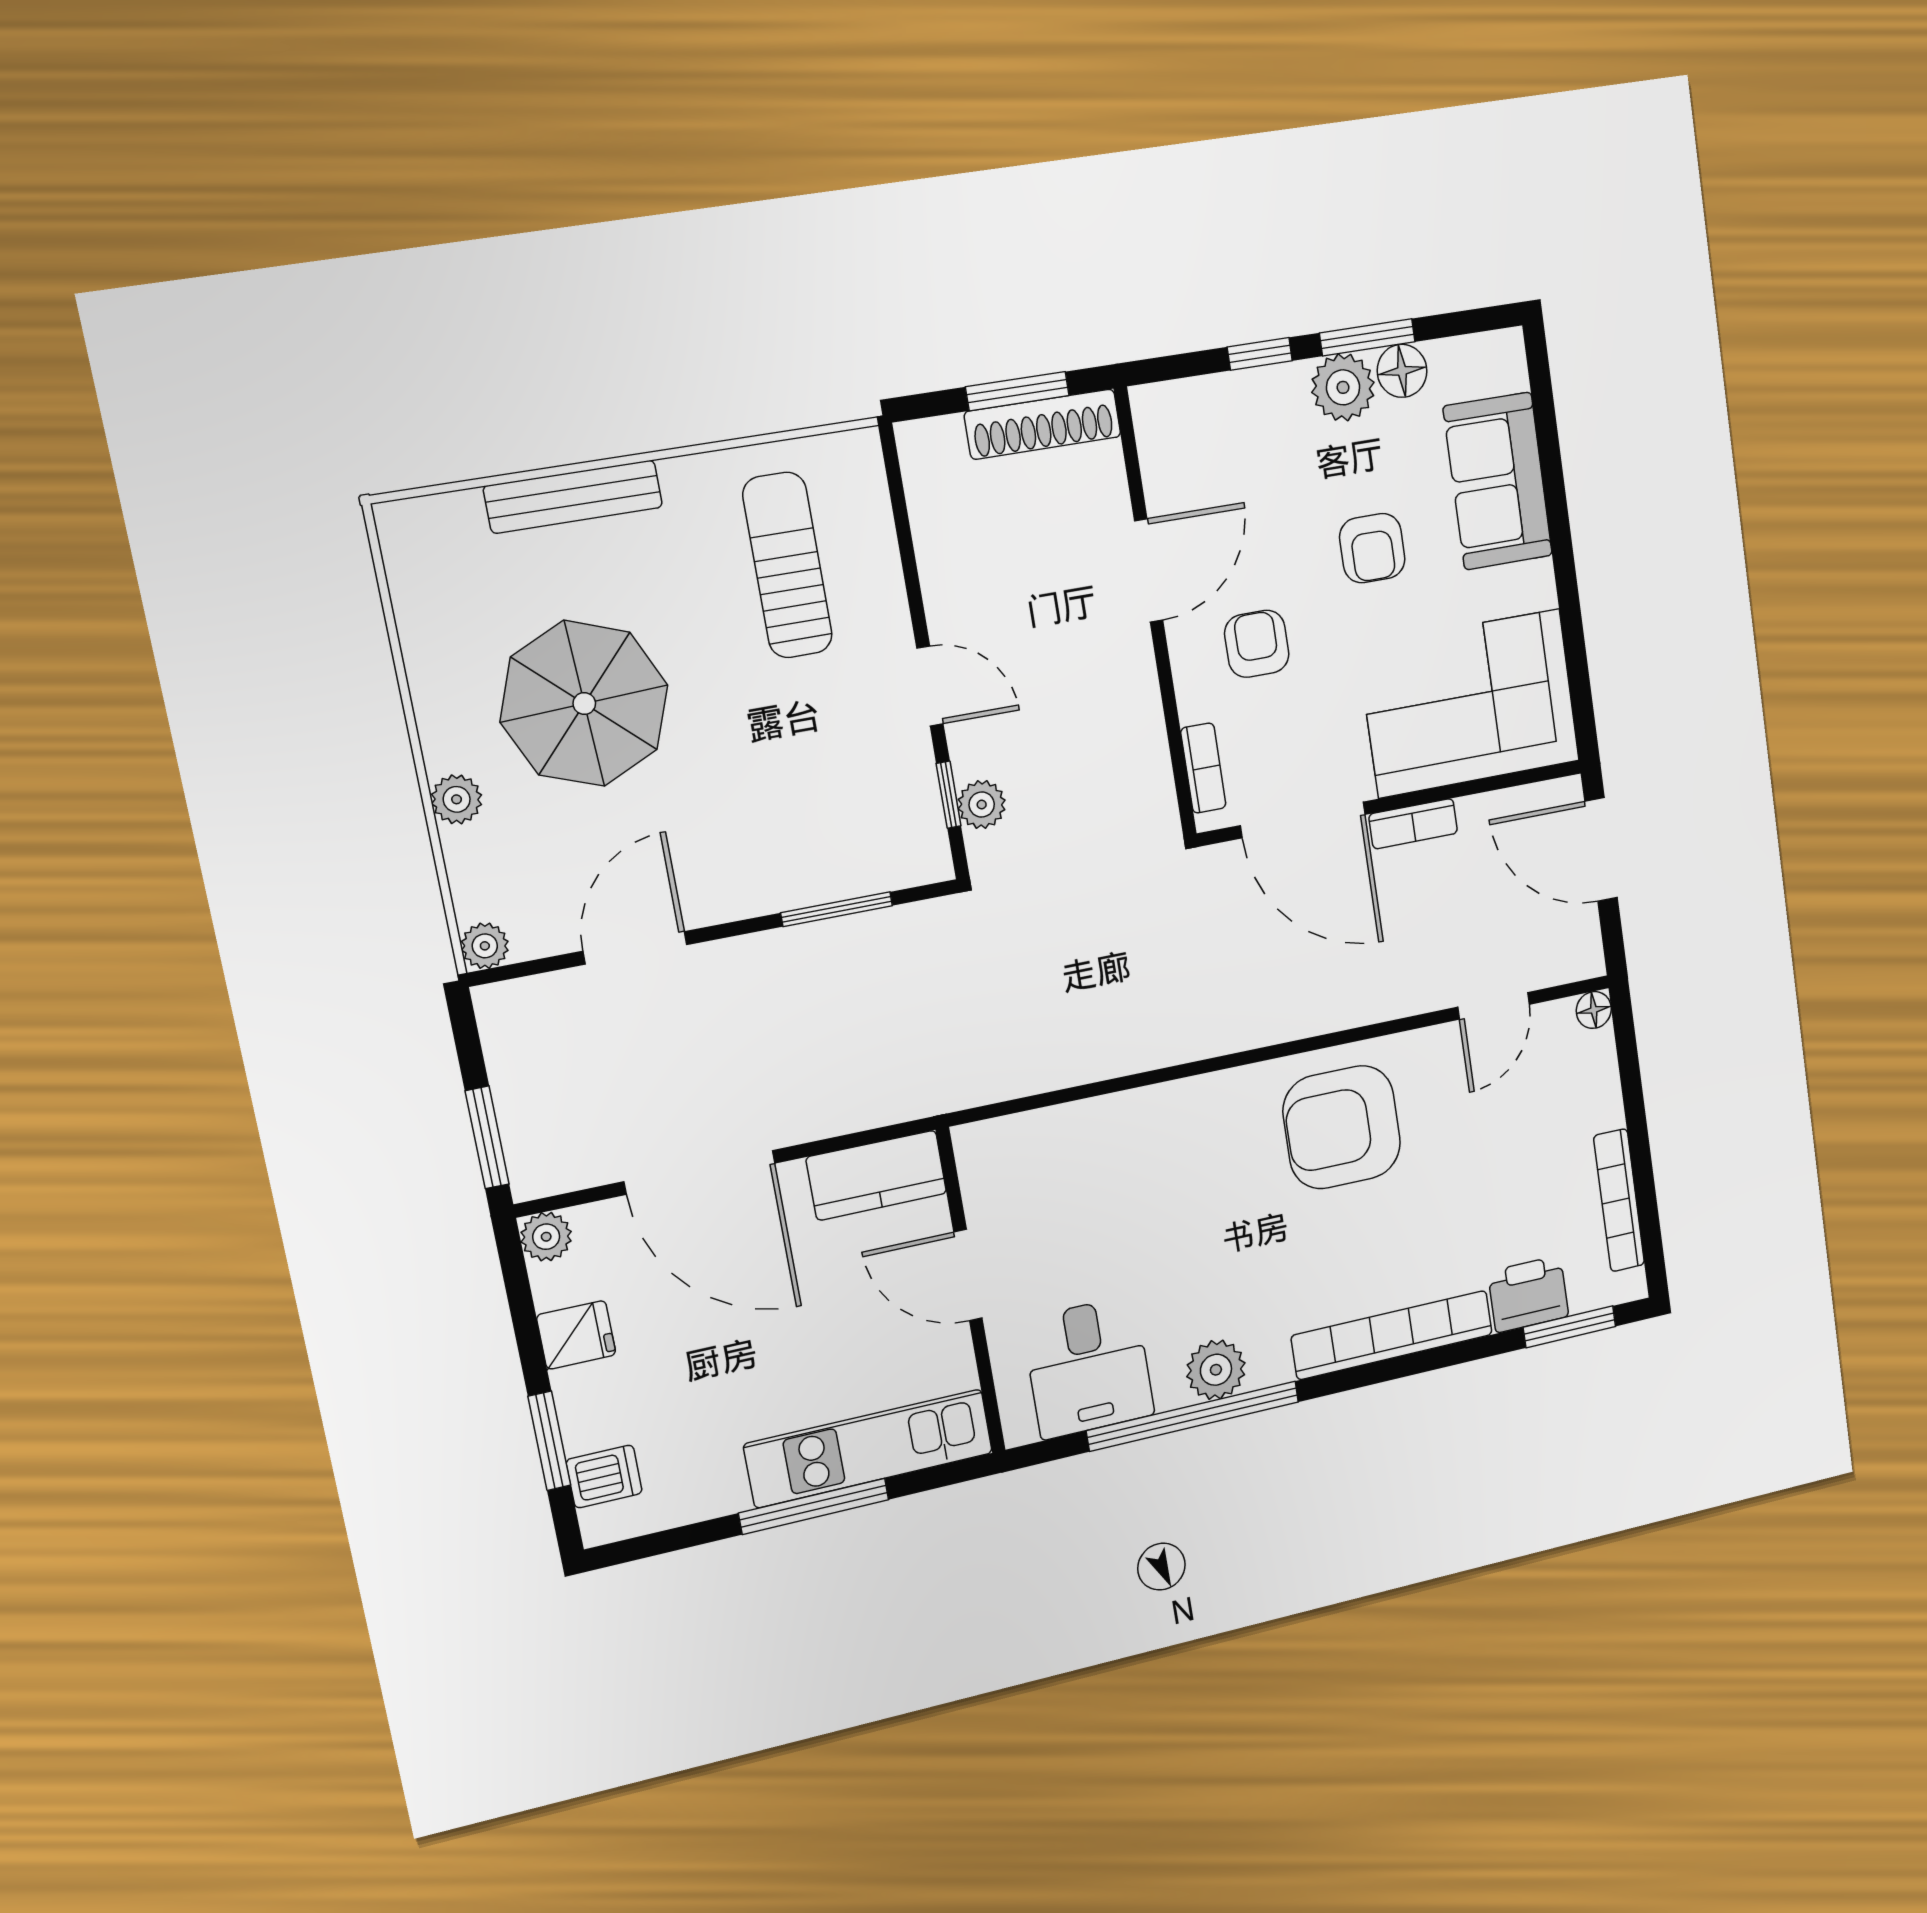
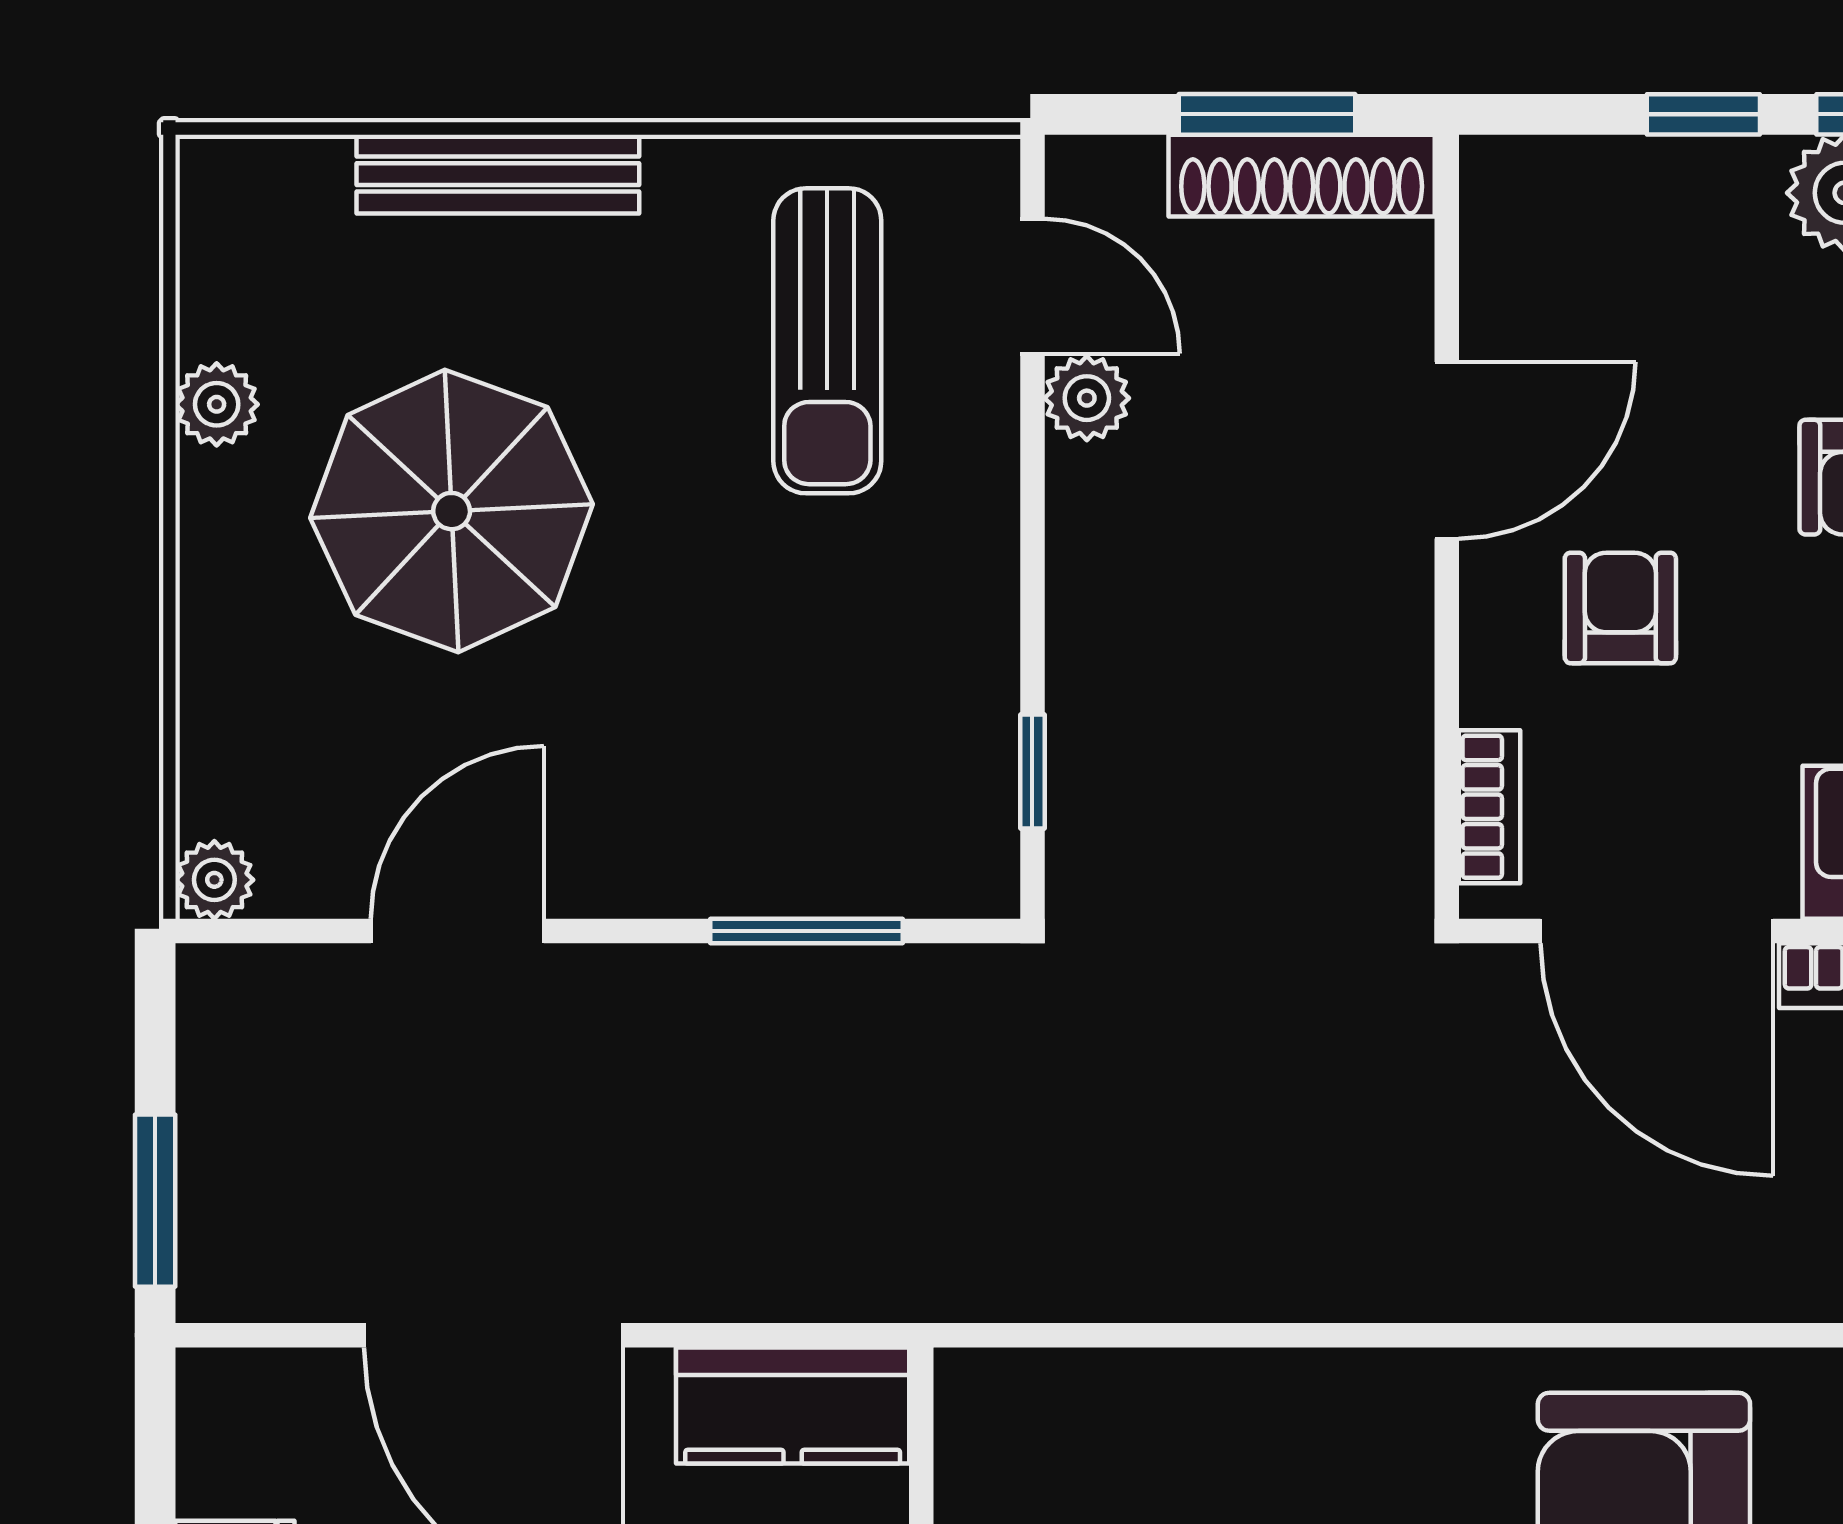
sun lounger: (788, 565) -> (827, 341), turned 180
door: (930, 686) -> (1032, 286), moved
plant: (457, 799) -> (217, 404), moved
plant: (982, 805) -> (1087, 398), moved
plant: (546, 1237) -> (218, 1390), removed

